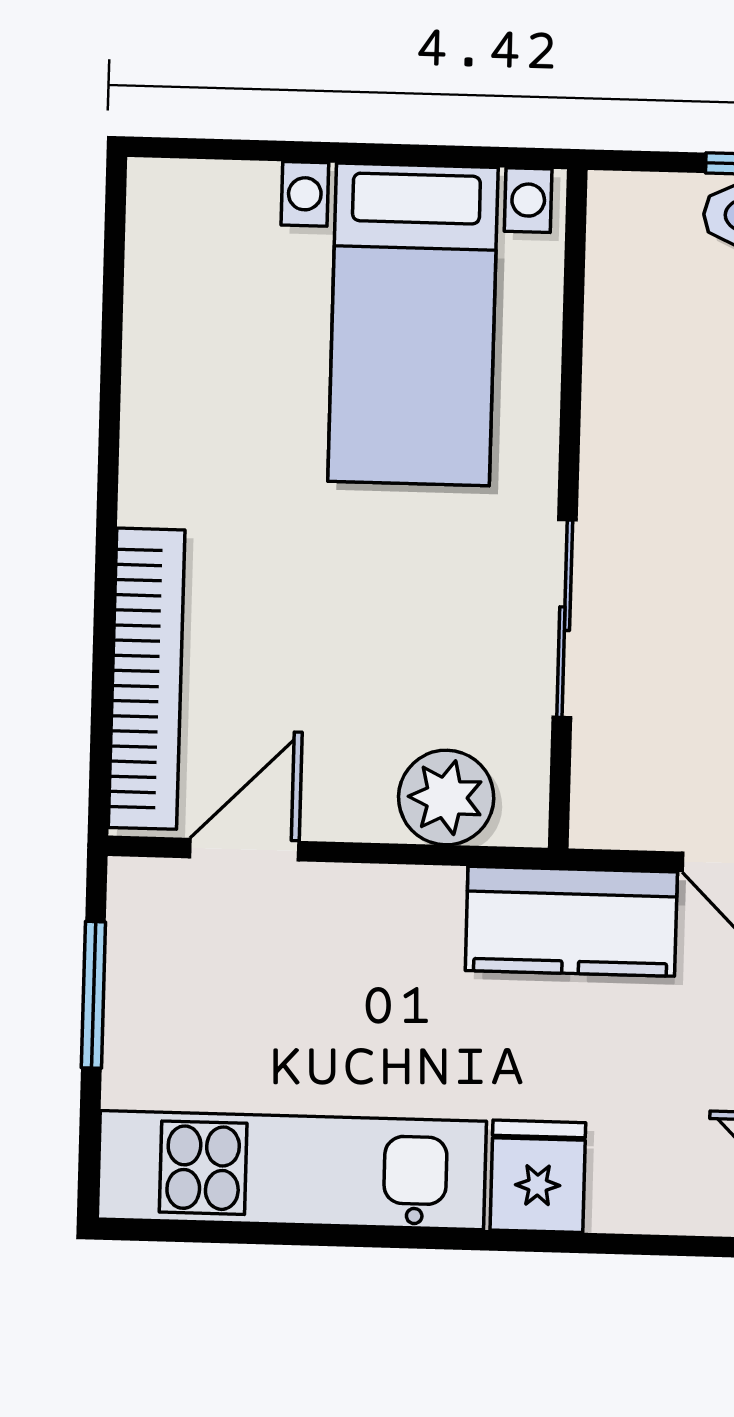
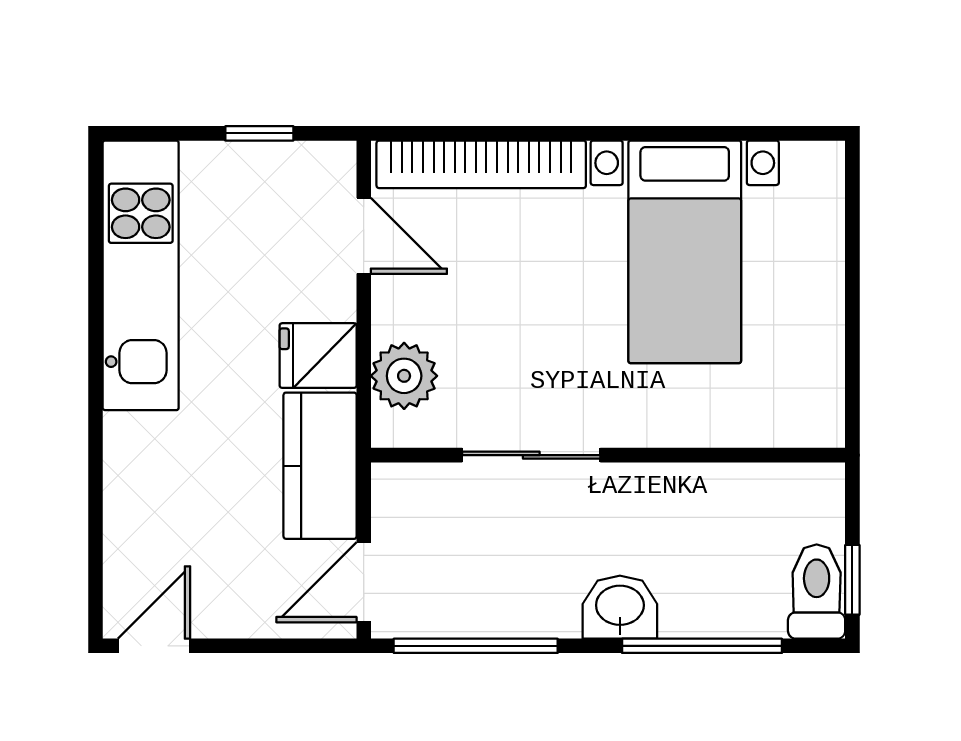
bed with nightstands: (413, 324) -> (685, 252), moved, turned -90
window: (93, 995) -> (259, 133), width x0.67
fridge: (538, 1176) -> (318, 356), moved, turned 180

